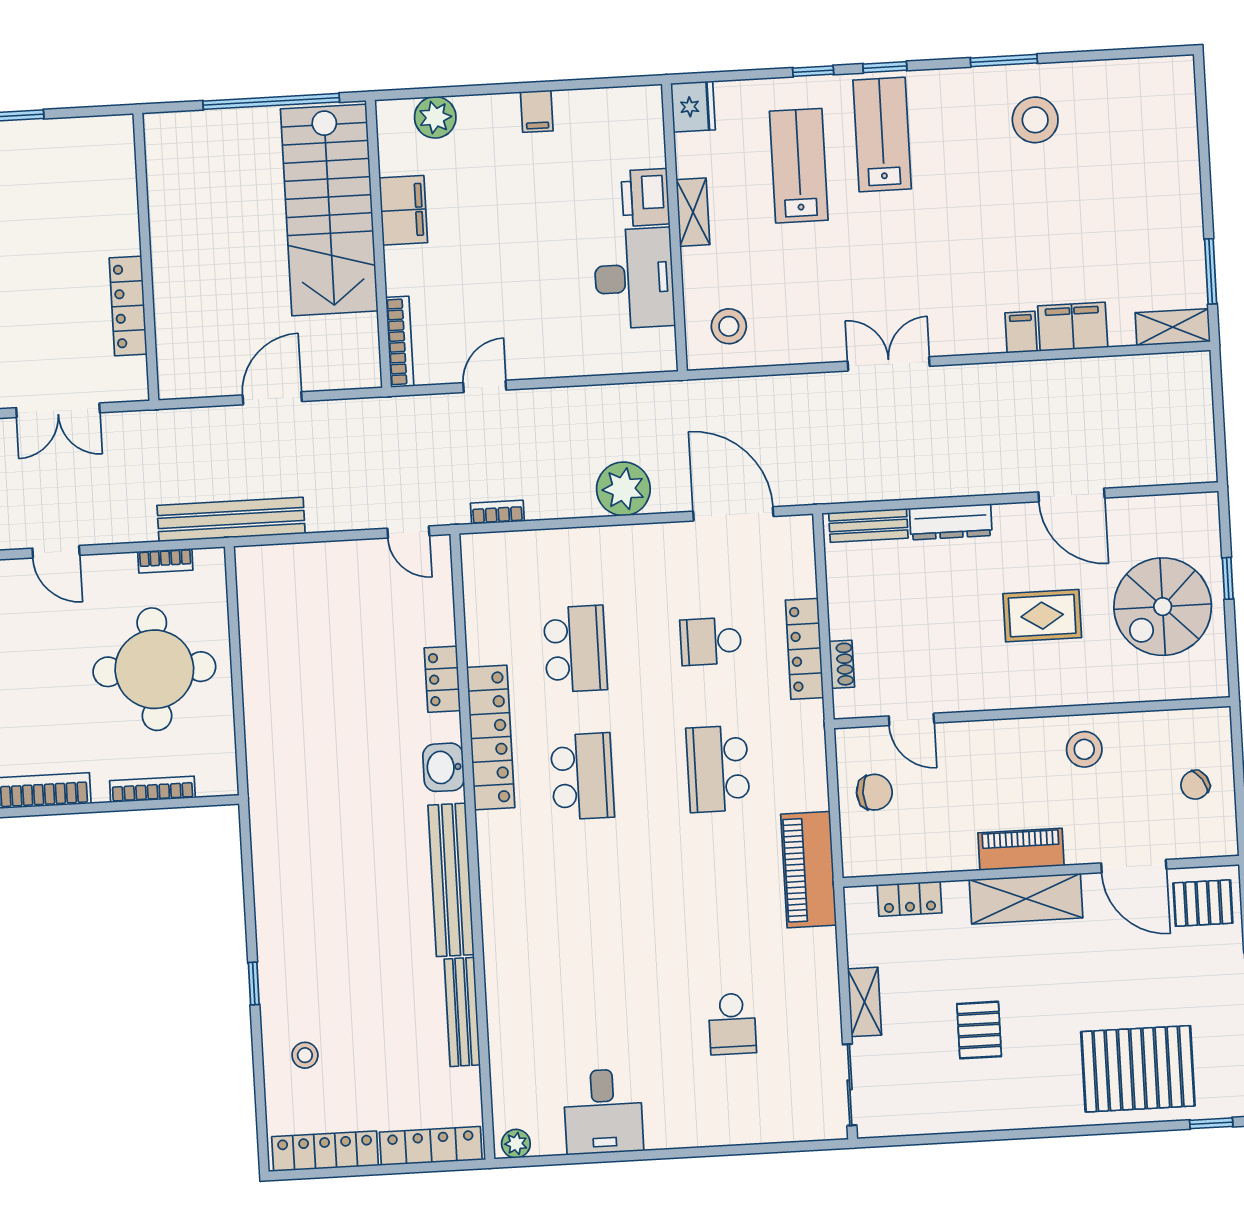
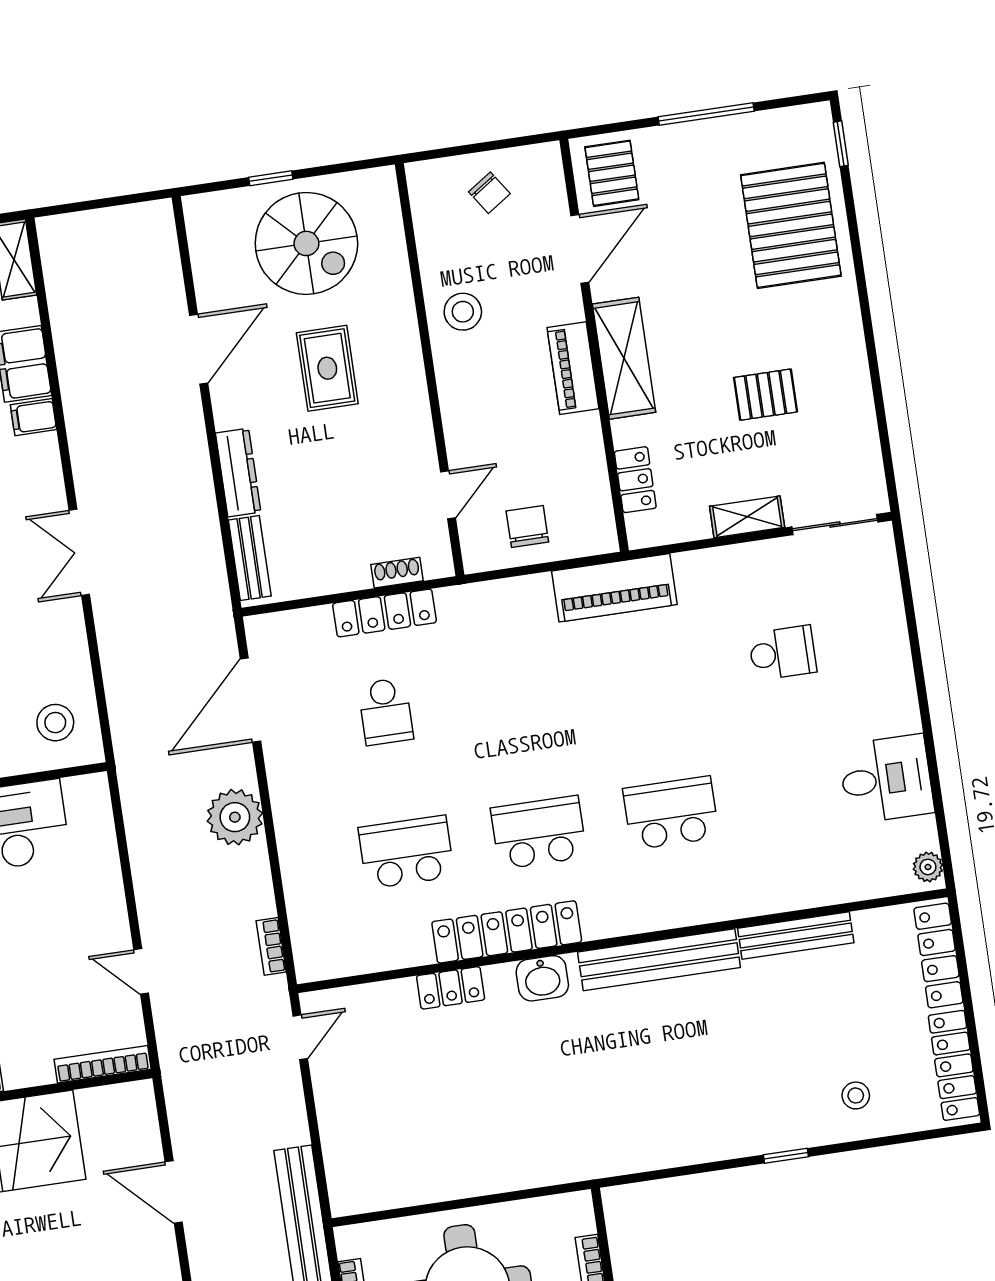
school desk: (718, 769) -> (671, 813), moved, turned 180

